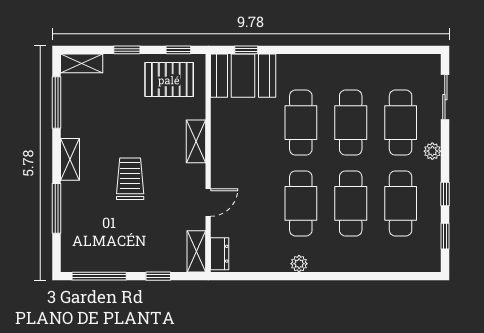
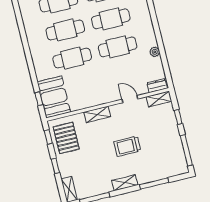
plant: (299, 264) -> (155, 52), moved

